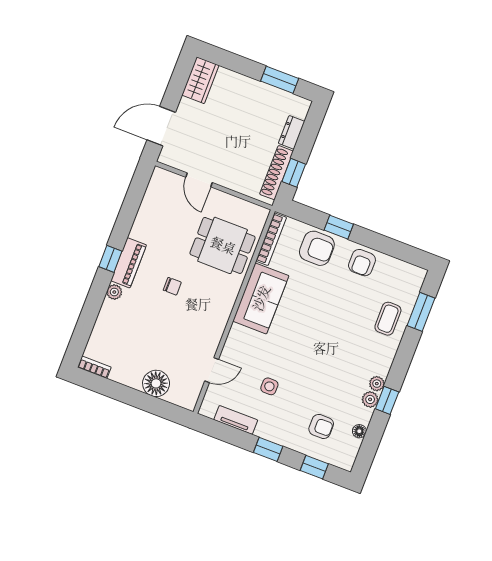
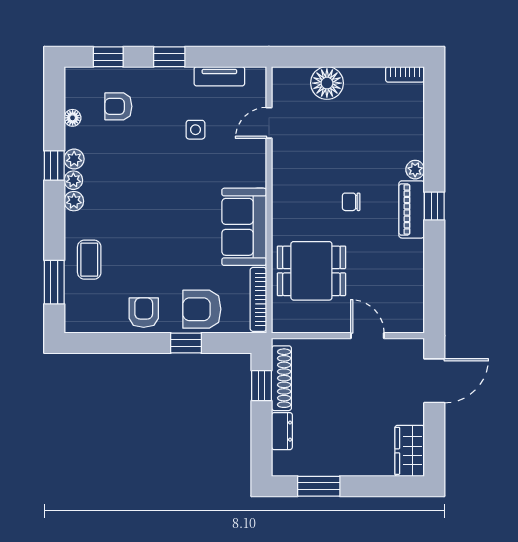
plant: (383, 368) -> (74, 201), added

